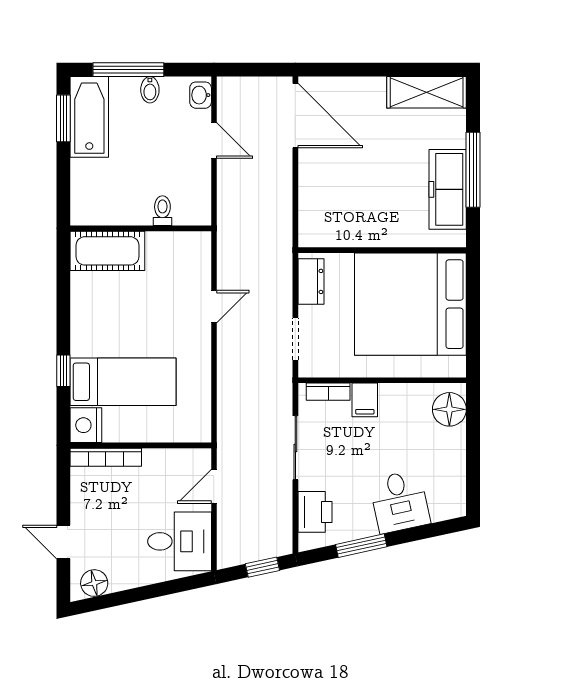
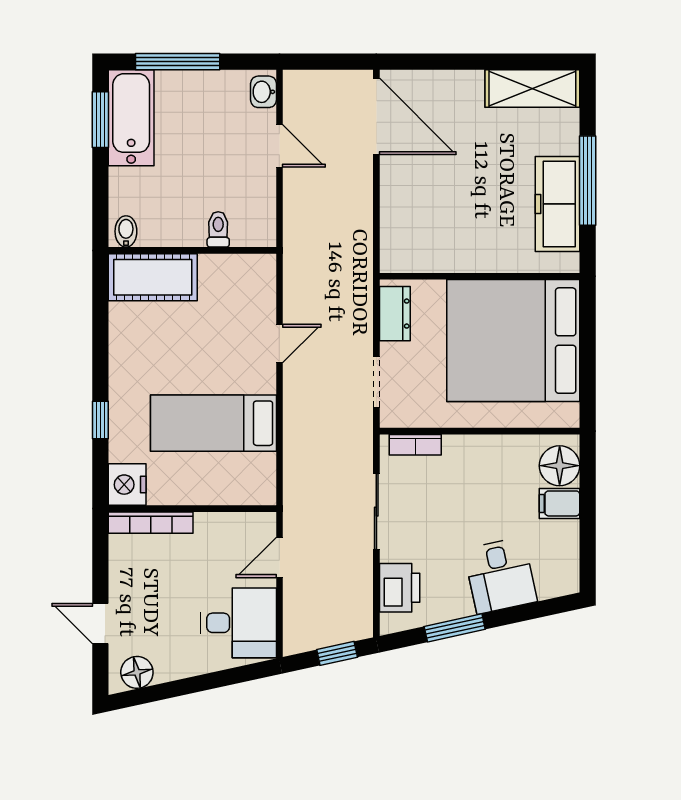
bidet: (150, 90) -> (126, 231), moved, turned 180
bed: (123, 382) -> (213, 423), moved, turned 180
filing cabinet: (365, 400) -> (559, 503), moved, turned 90

